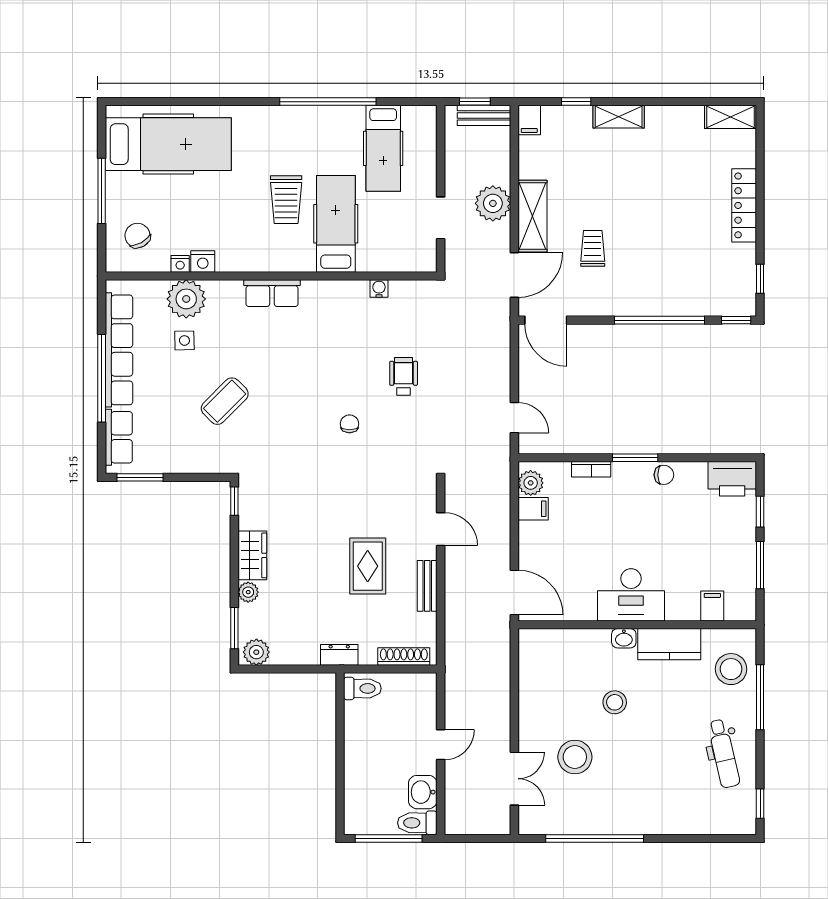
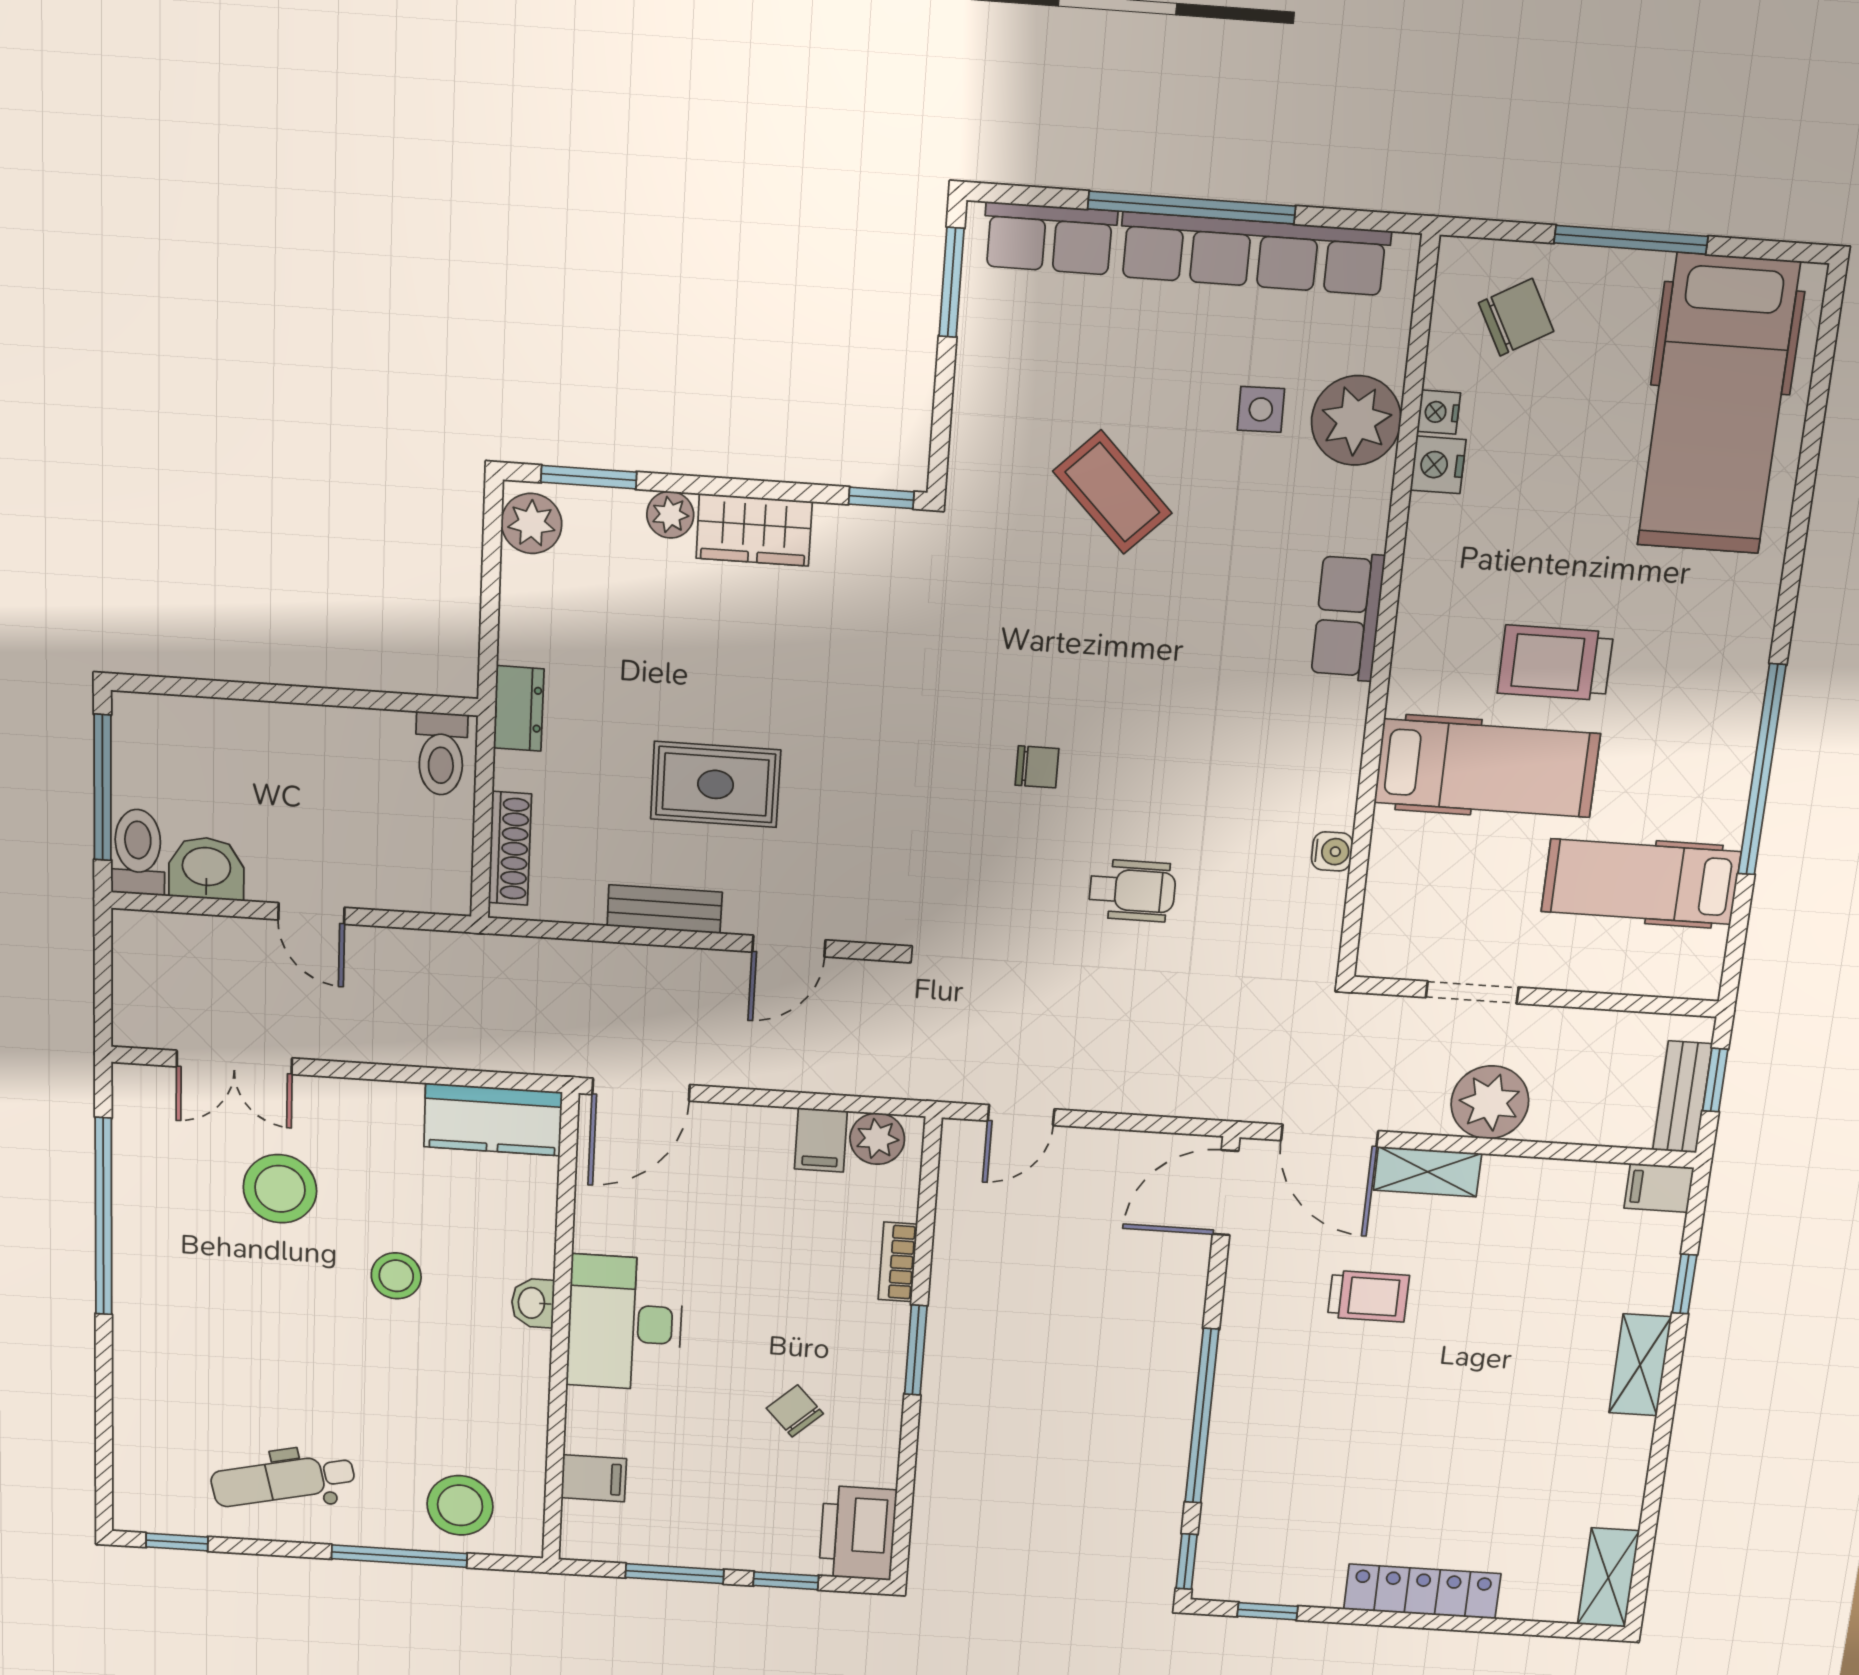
shelving: (532, 216) -> (1427, 1172), width x0.67, depth x0.75
chair: (664, 475) -> (795, 1411), moved, turned 137
kitchen counter: (669, 644) -> (493, 1119), moved, turned -90

